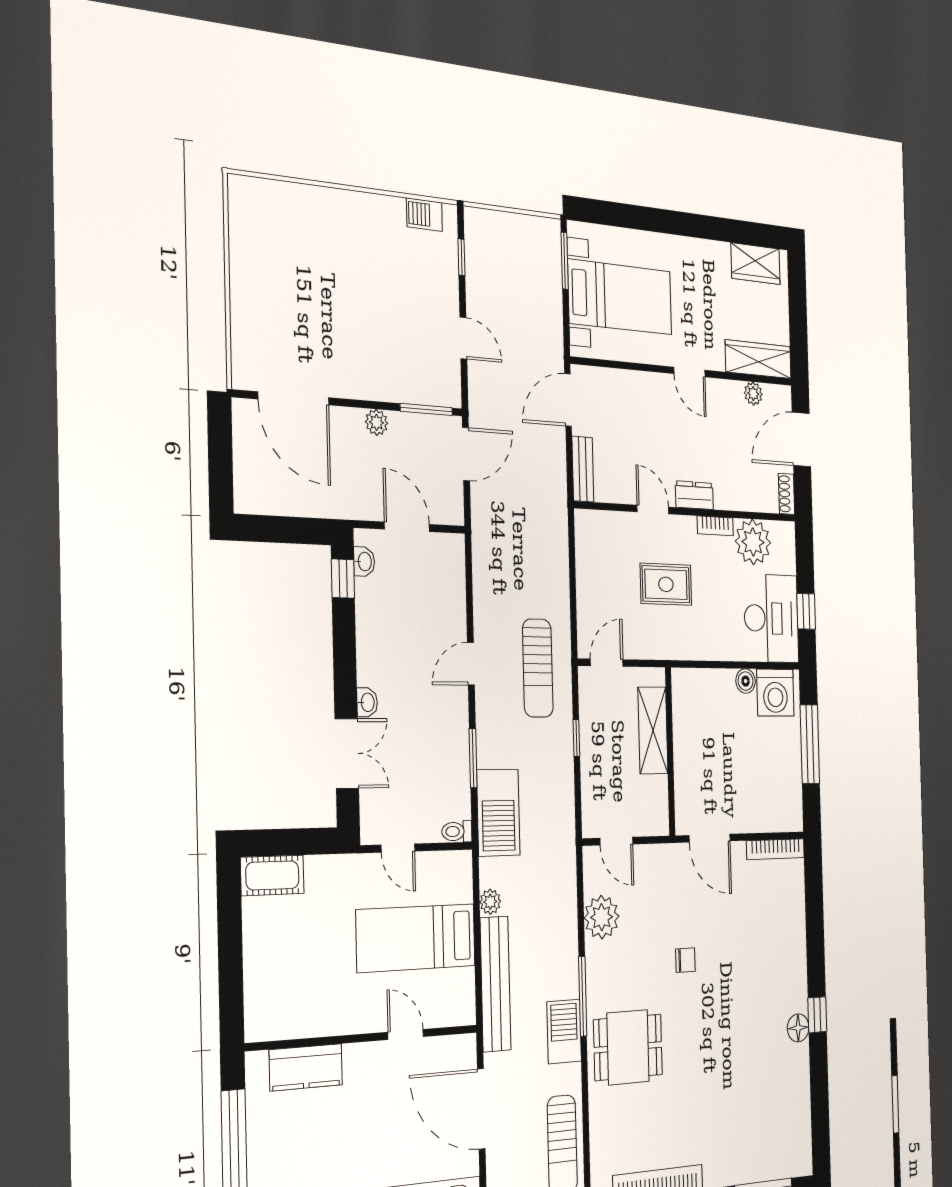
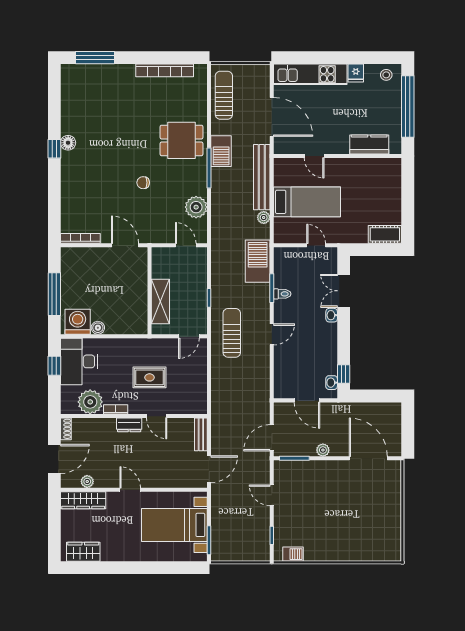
toilet: (457, 831) -> (282, 294), moved

